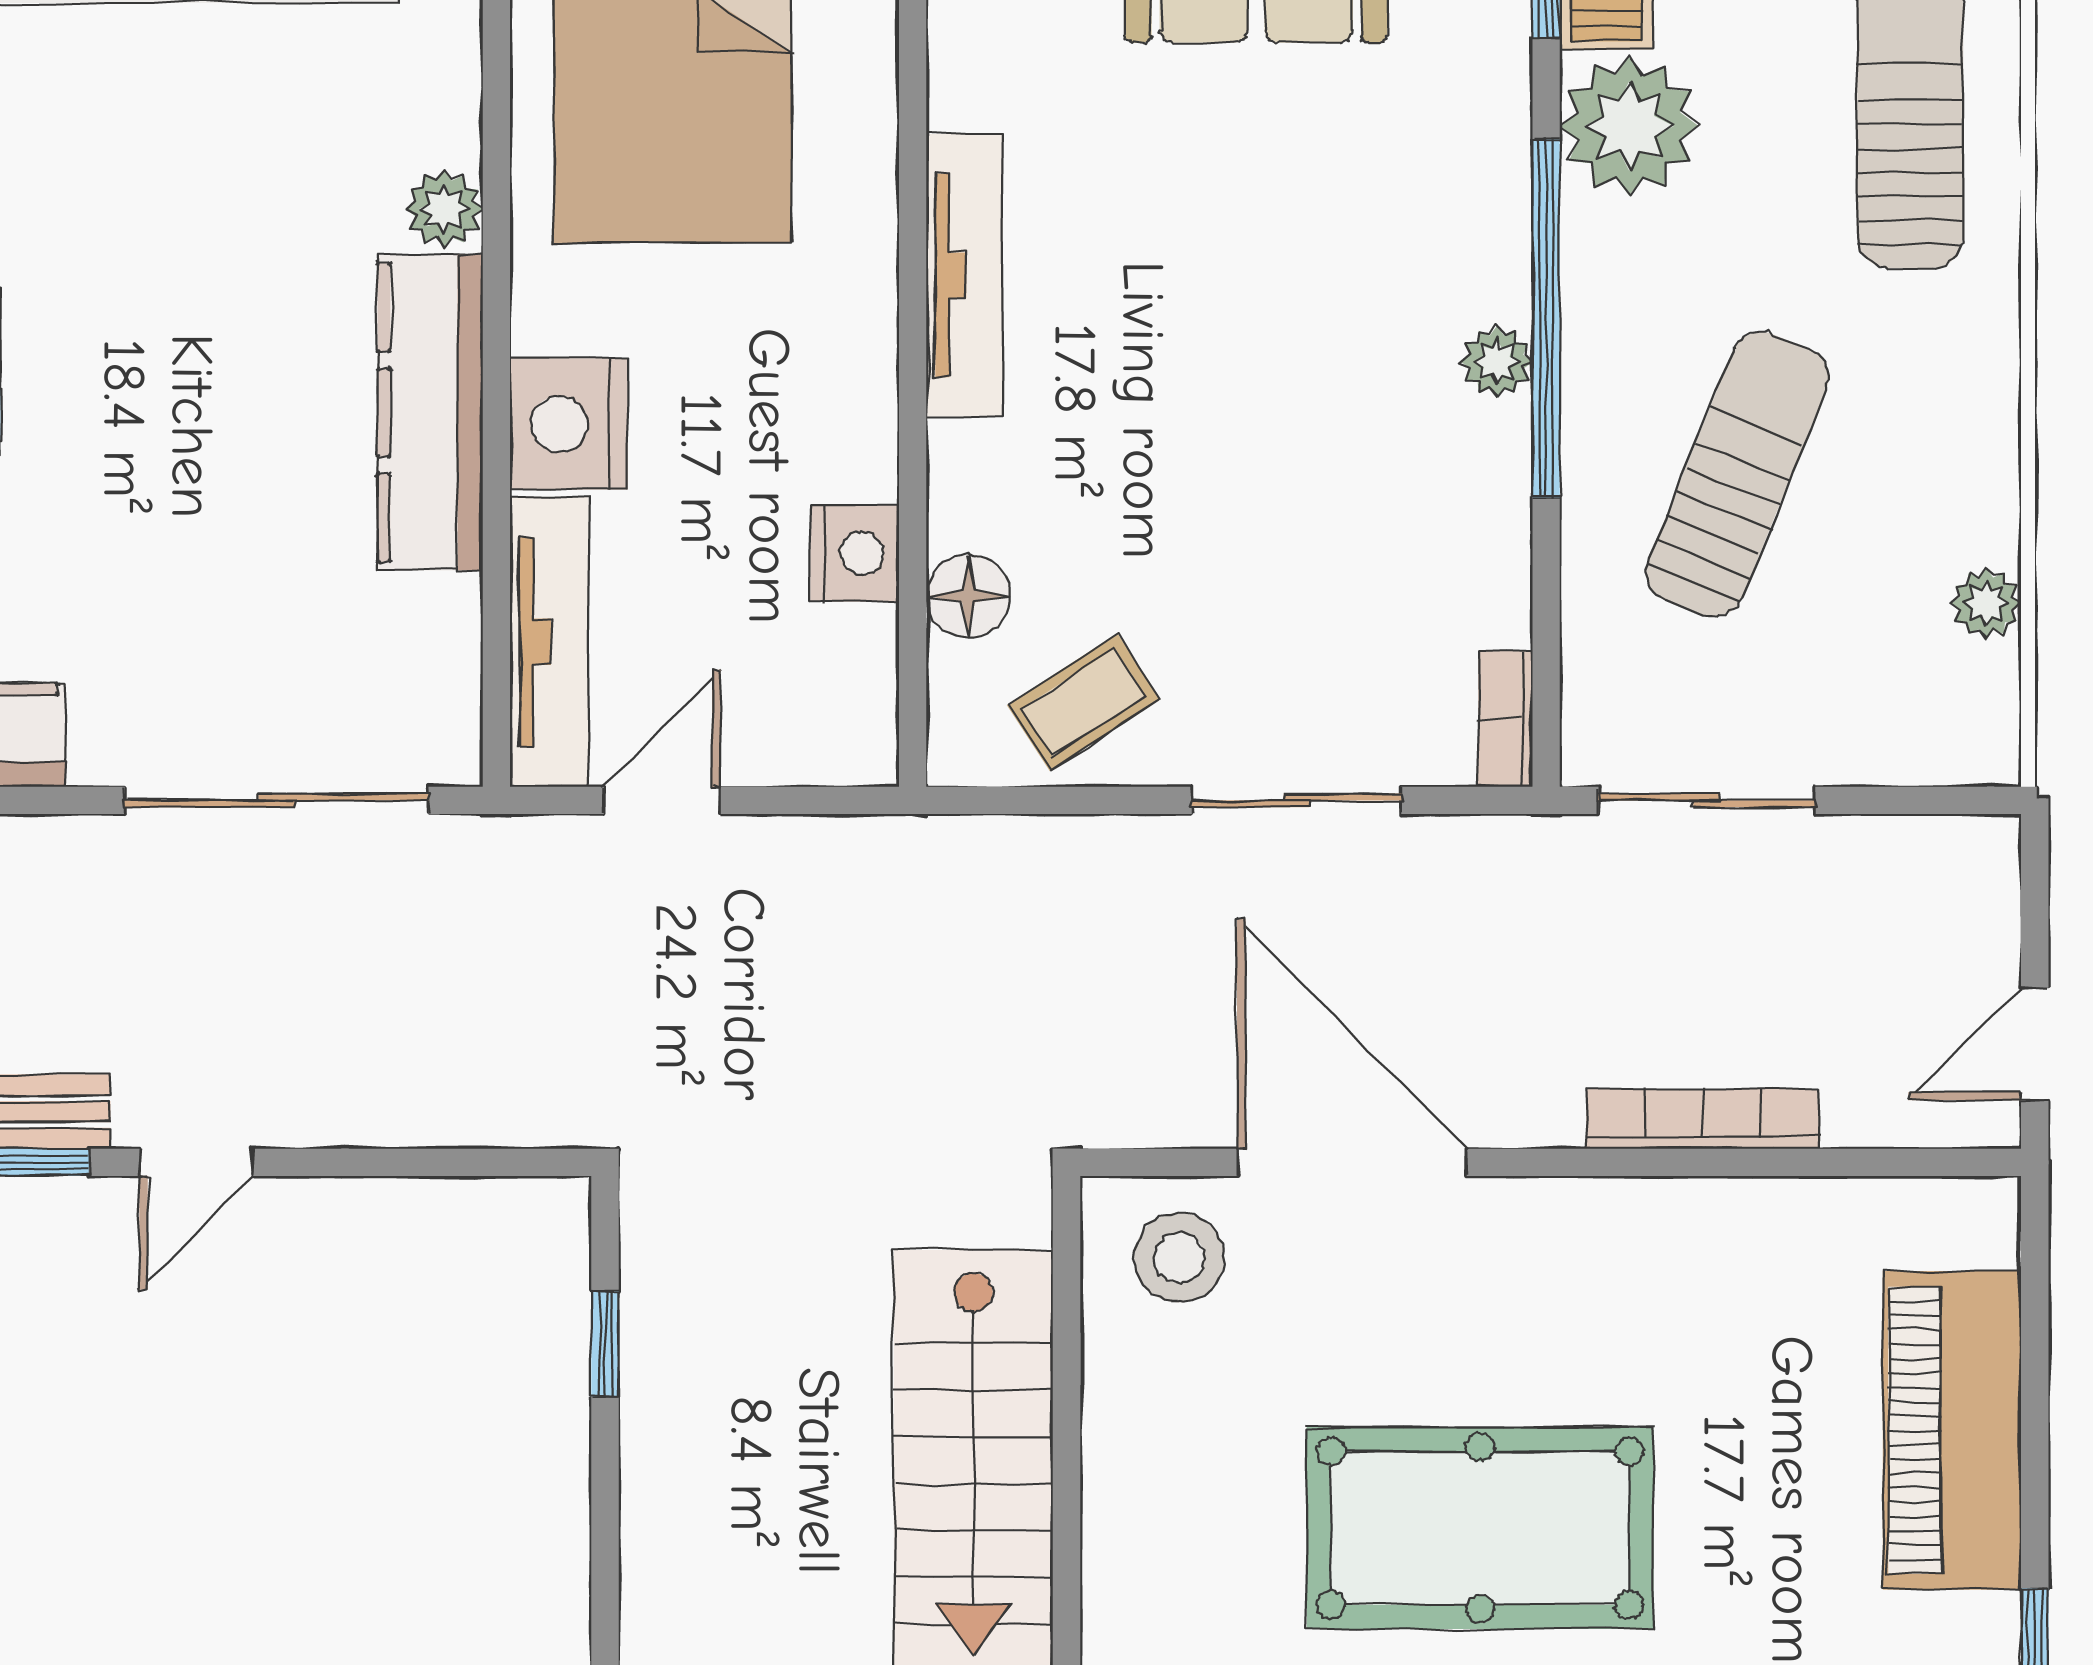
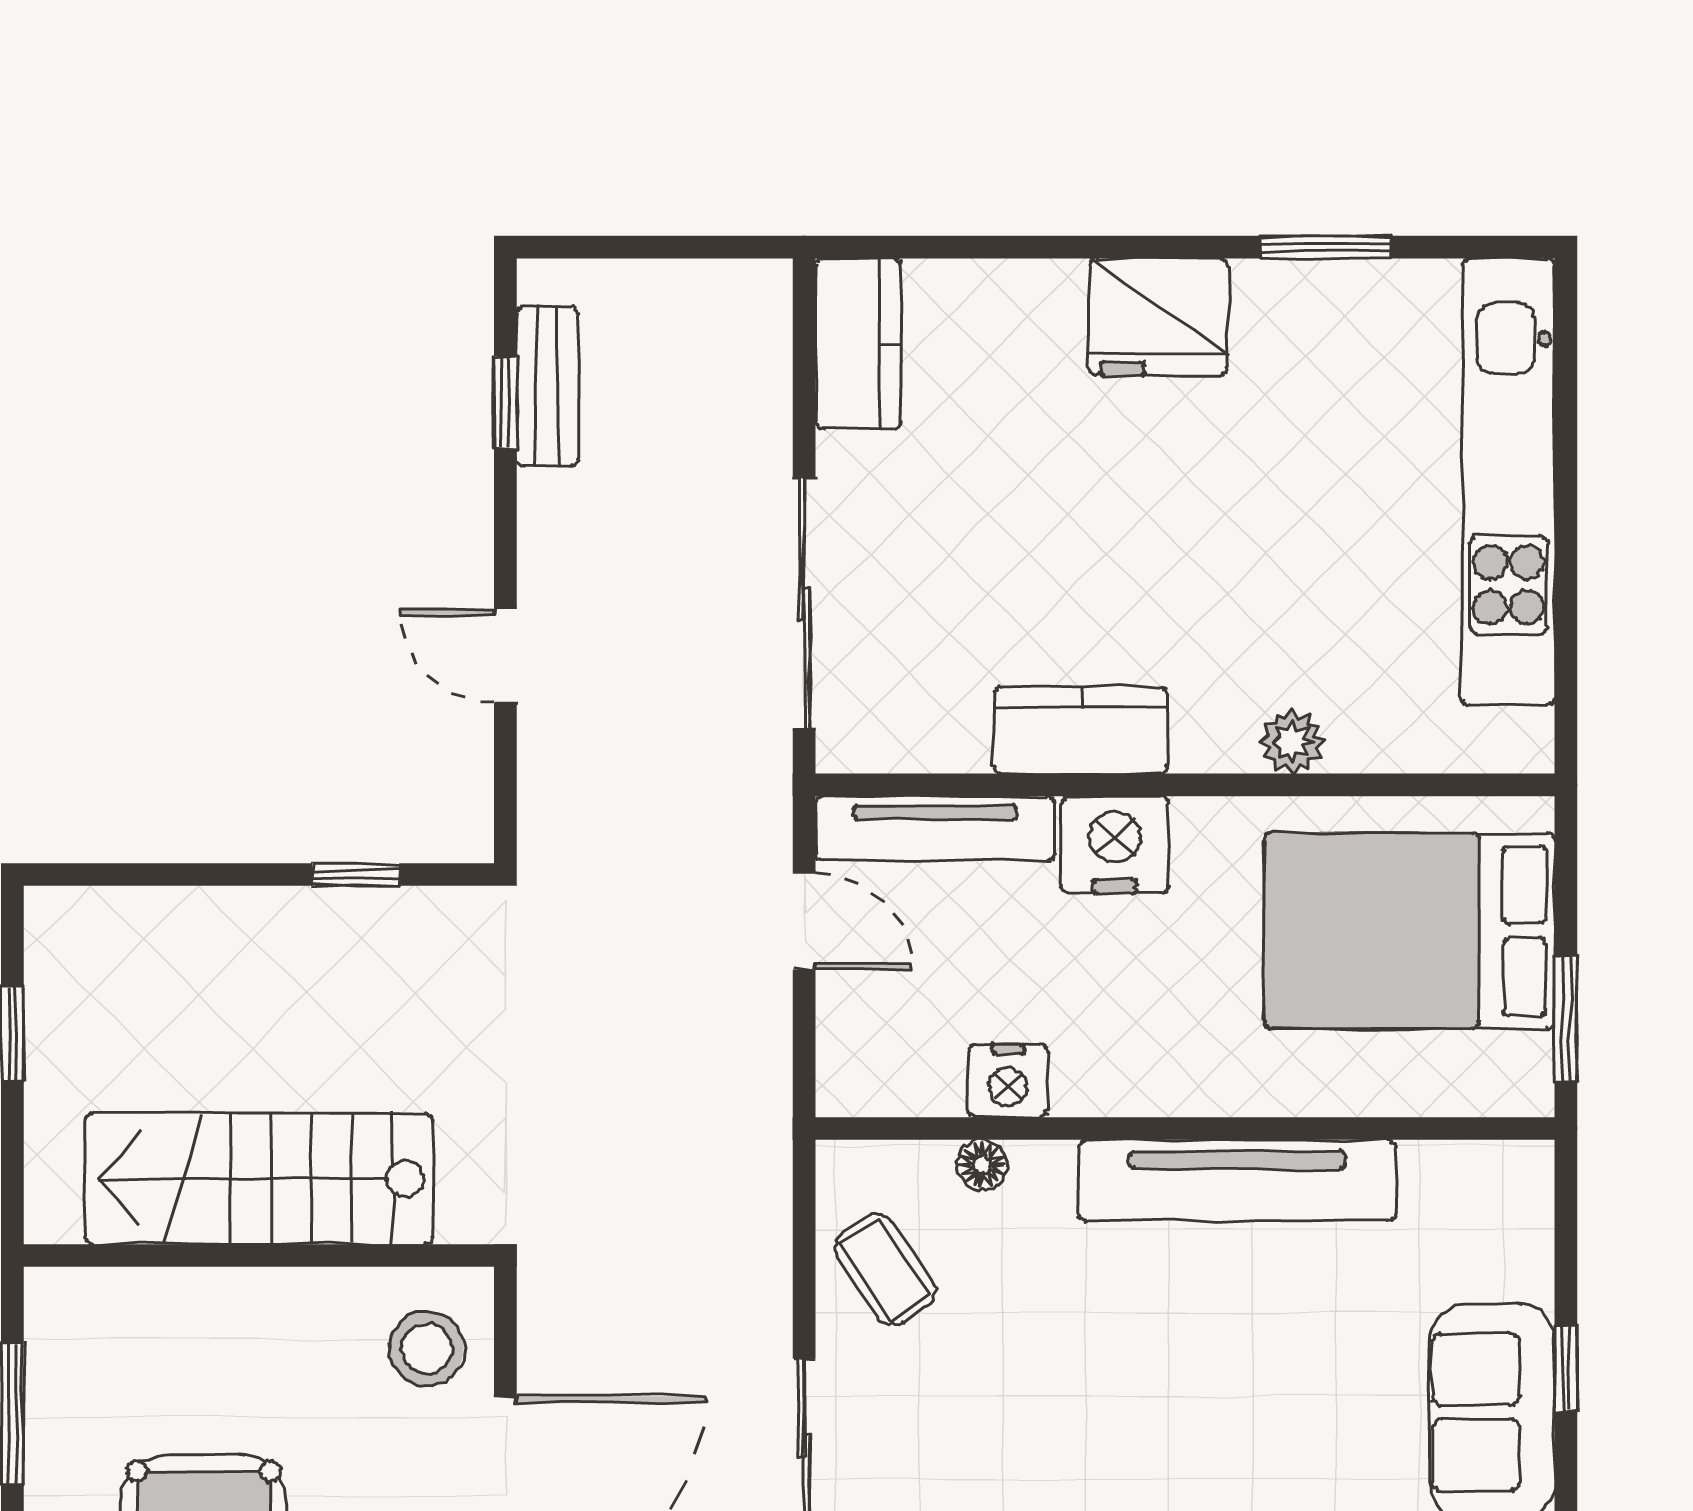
tv unit: (965, 275) -> (1237, 1180), width x1.36, depth x1.29
kitchen counter: (430, 413) -> (1081, 730), width x0.67
floor lamp: (968, 596) -> (982, 1165), width x0.73, depth x0.73
door: (196, 1162) -> (505, 656), moved

